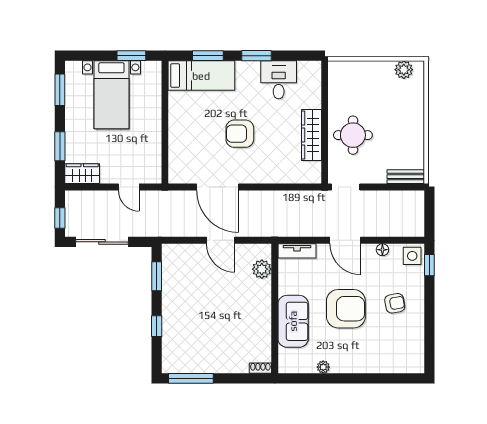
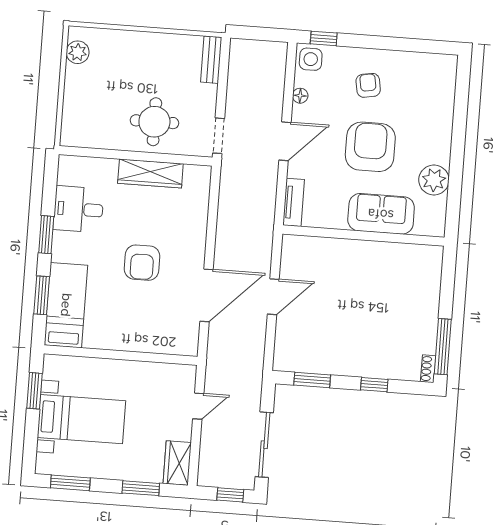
plant: (262, 269) -> (313, 248), removed
plant: (323, 367) -> (434, 180), width x1.88, depth x1.88
shoe rack: (260, 368) -> (428, 369), moved

